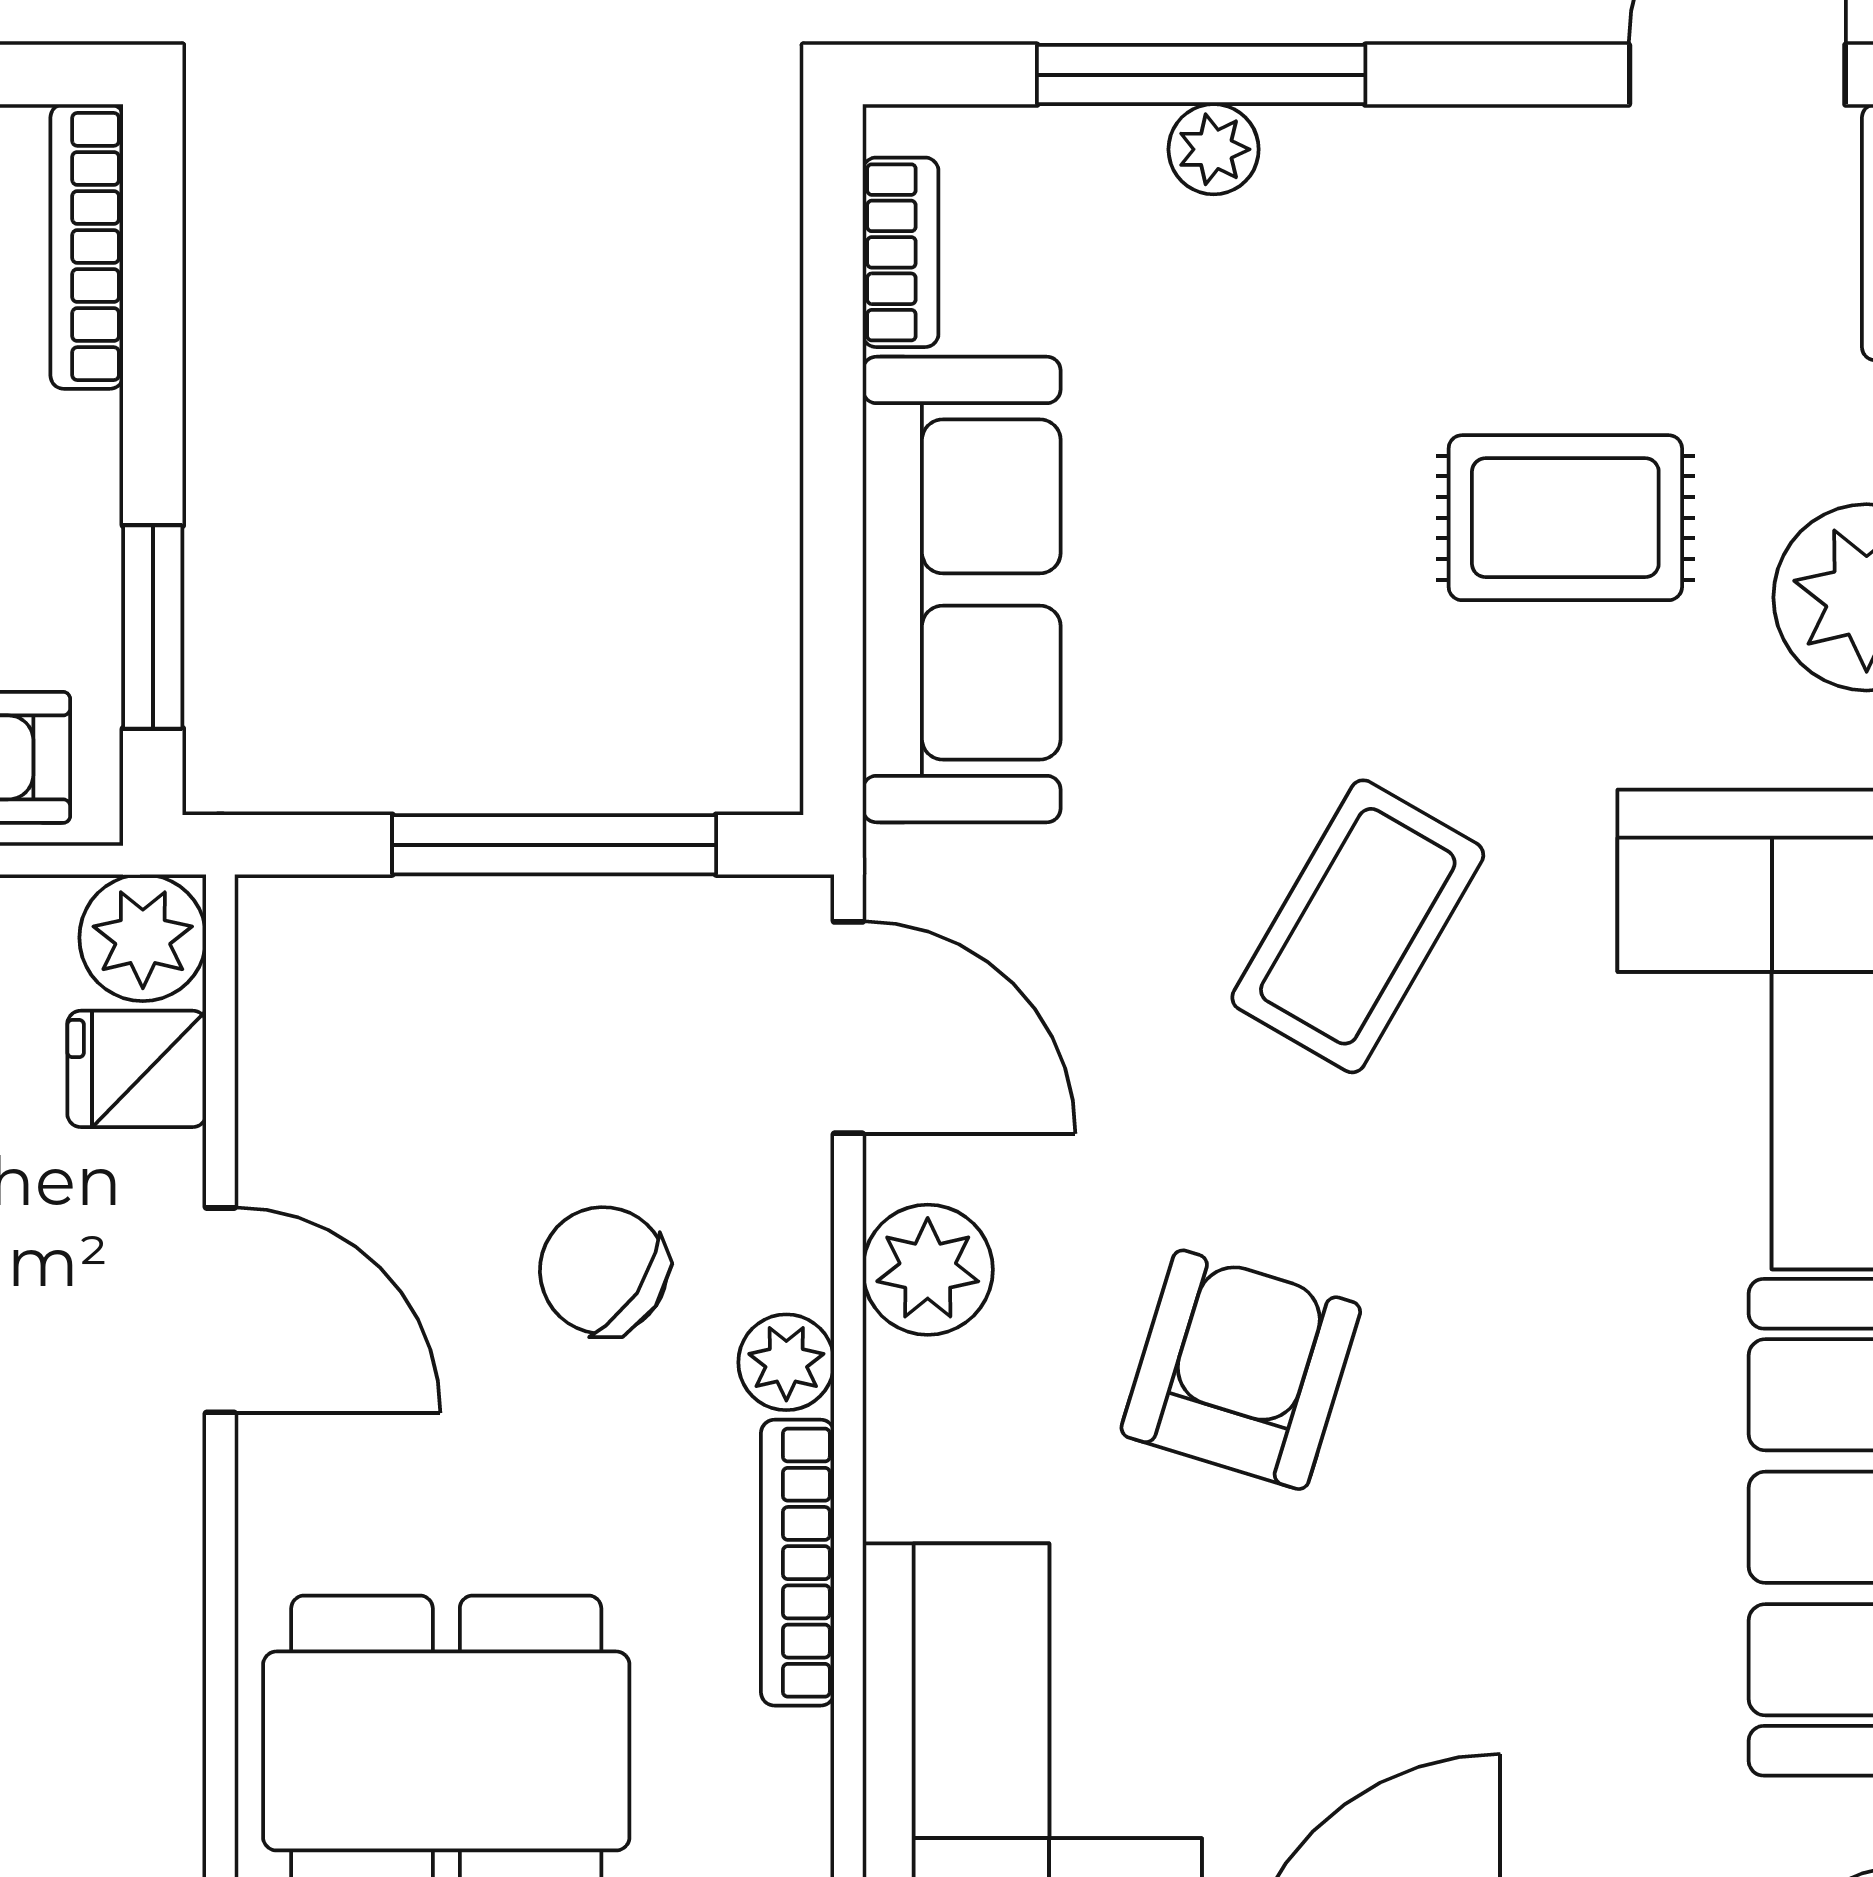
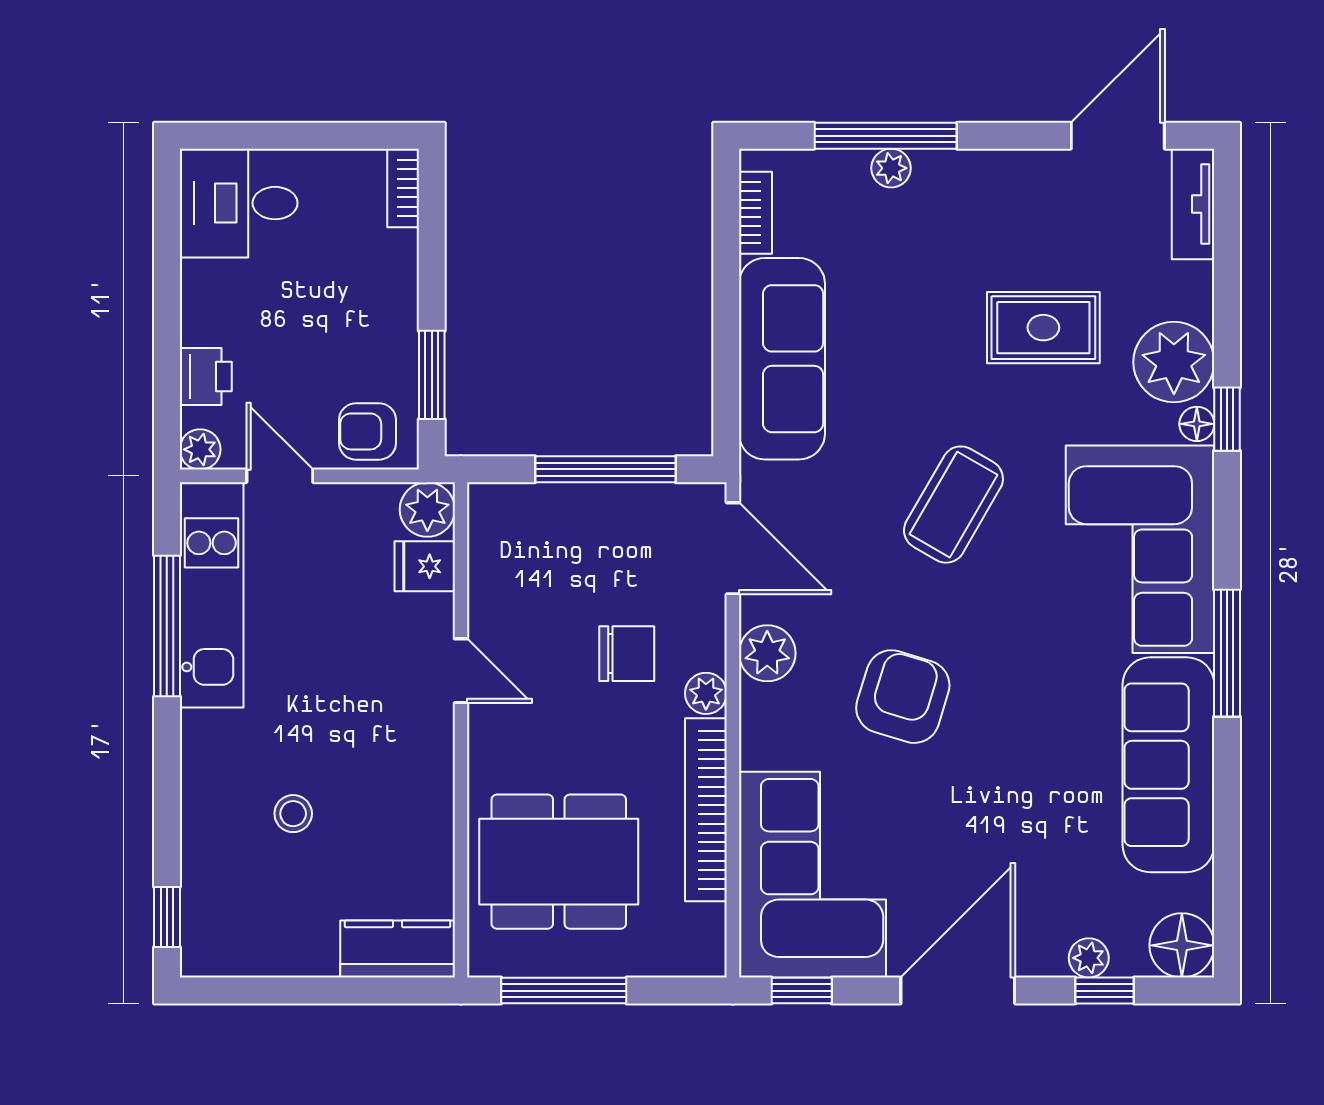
bookcase: (87, 247) -> (403, 188), width x0.64
chair: (603, 1270) -> (627, 654), turned 146
door: (220, 1310) -> (461, 671), width x0.73
bookcase: (798, 1563) -> (706, 810), width x1.48, depth x1.31

